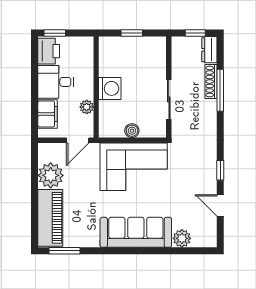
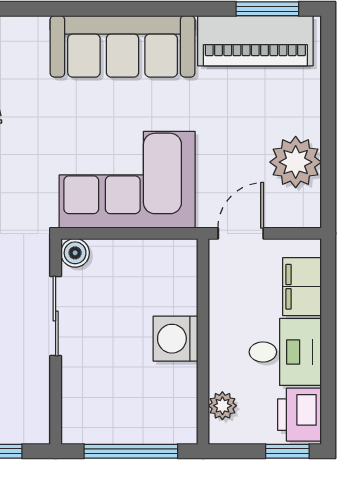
window: (132, 33) -> (131, 451), width x2.17
plant: (87, 107) -> (222, 406), moved
boiler: (132, 131) -> (75, 253), moved
piano: (50, 218) -> (255, 41), moved, turned -90
plant: (182, 238) -> (29, 34), removed

